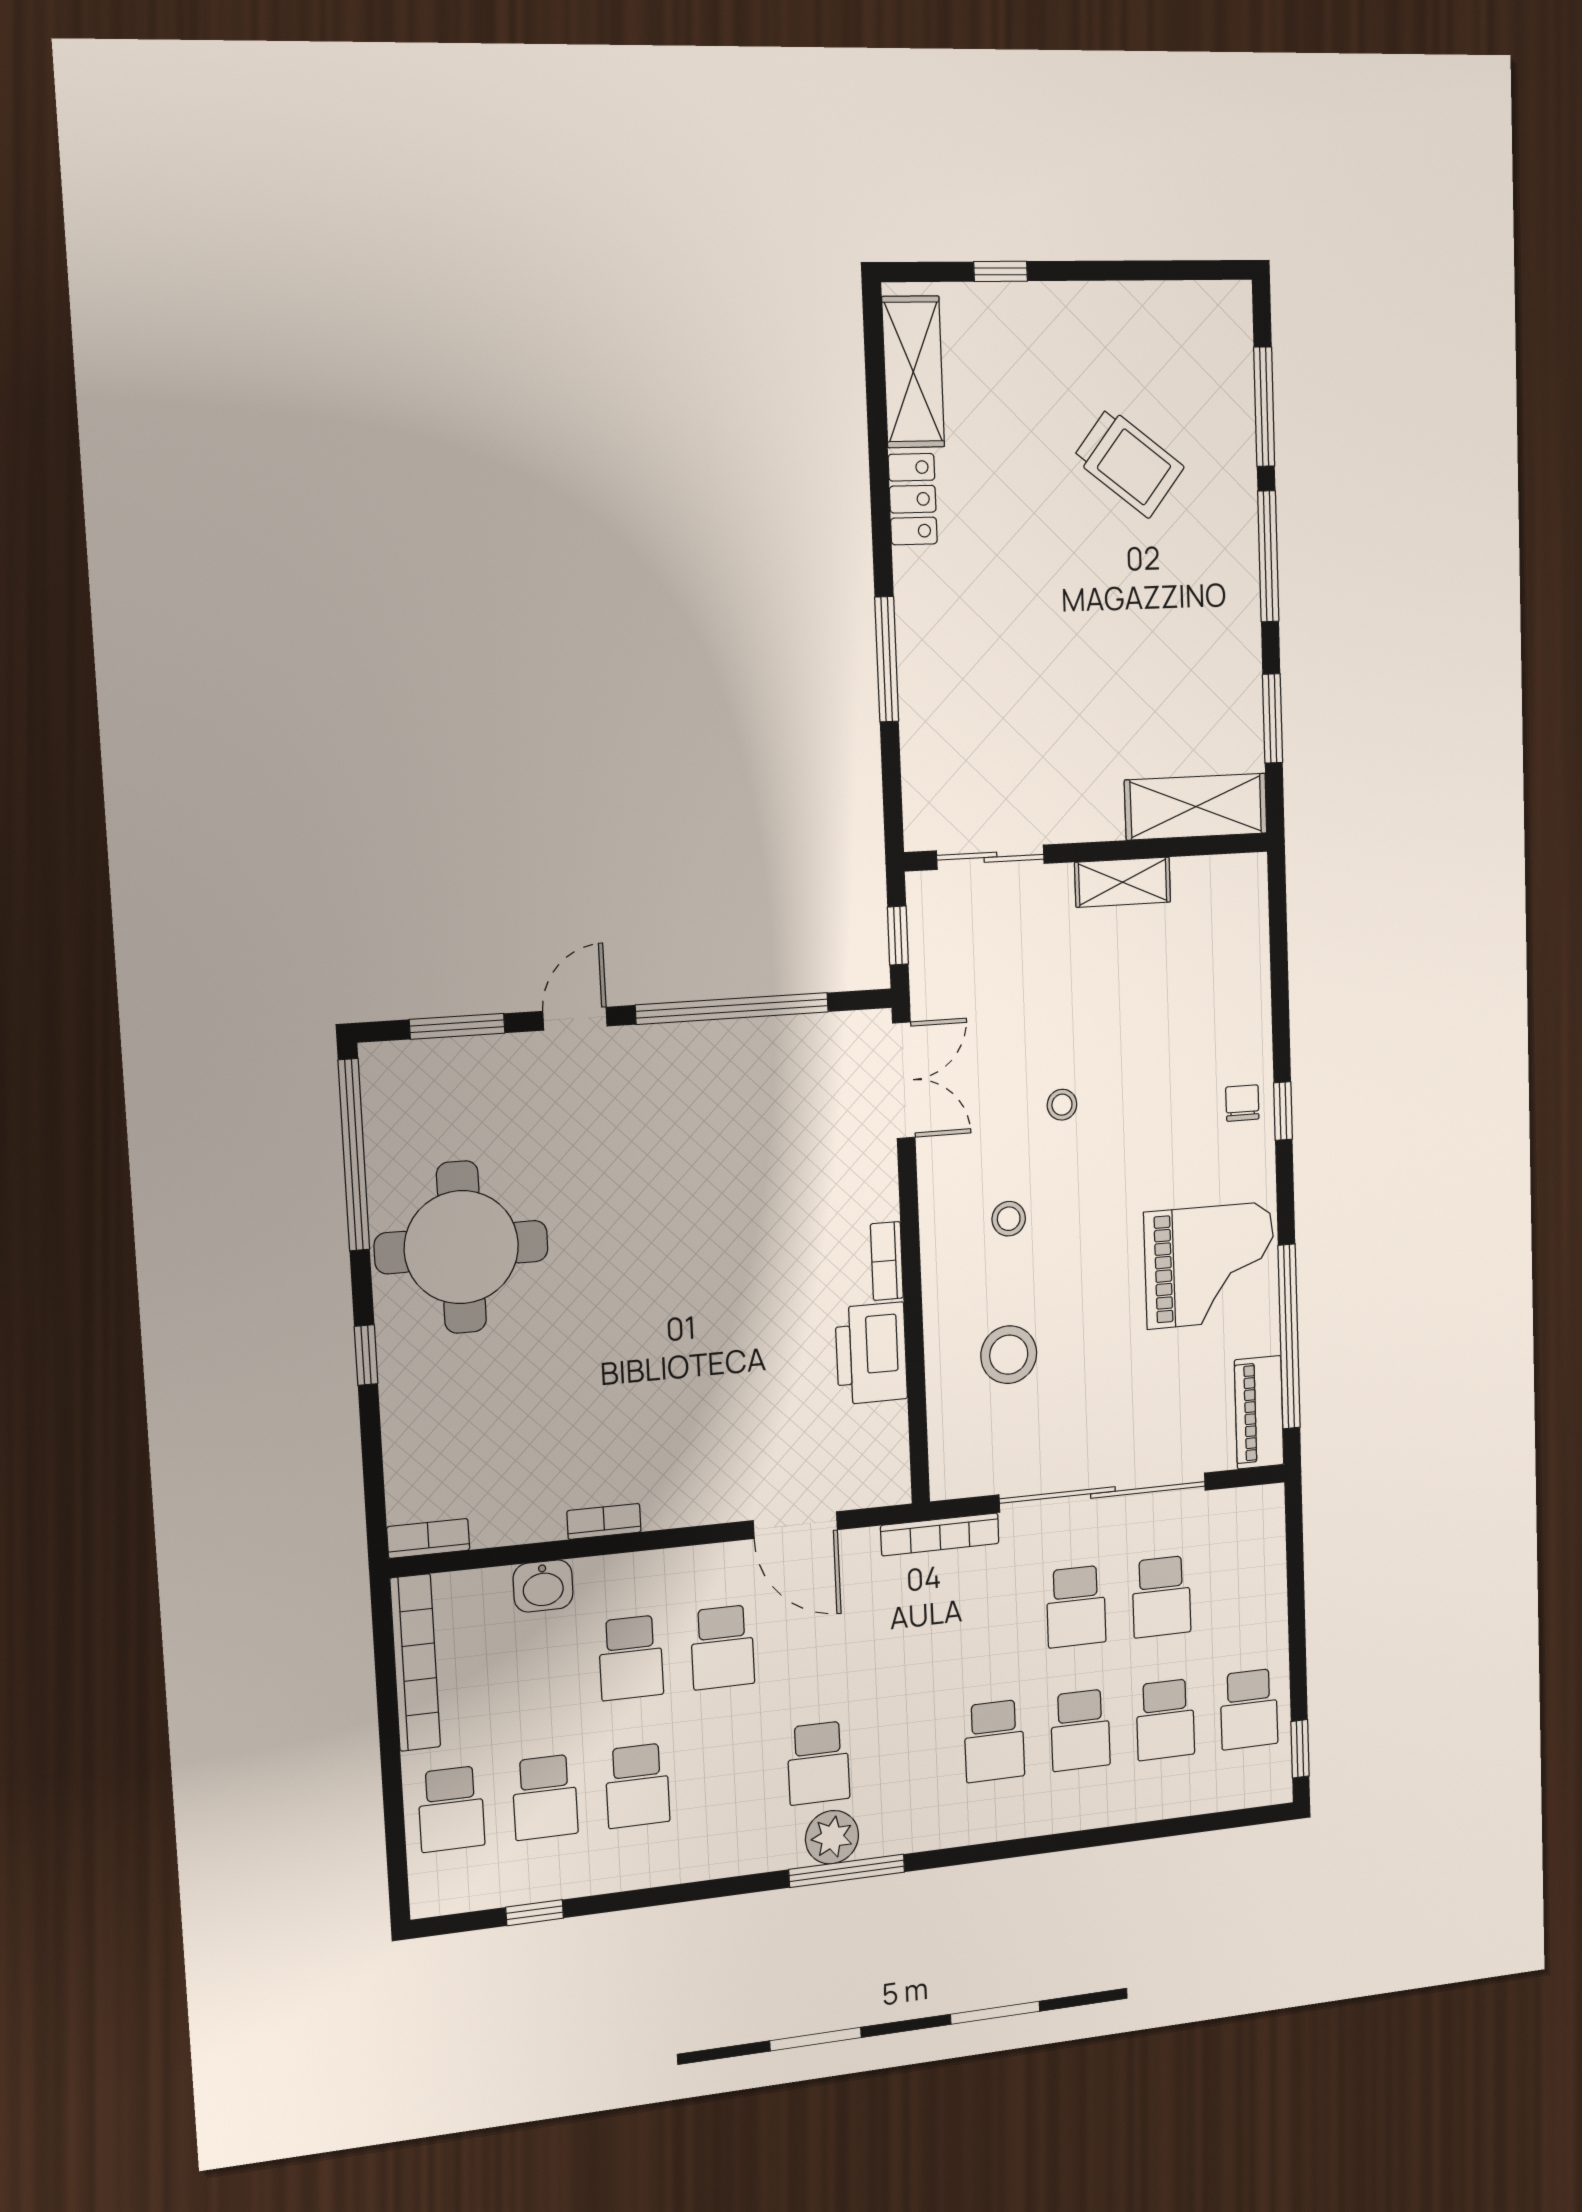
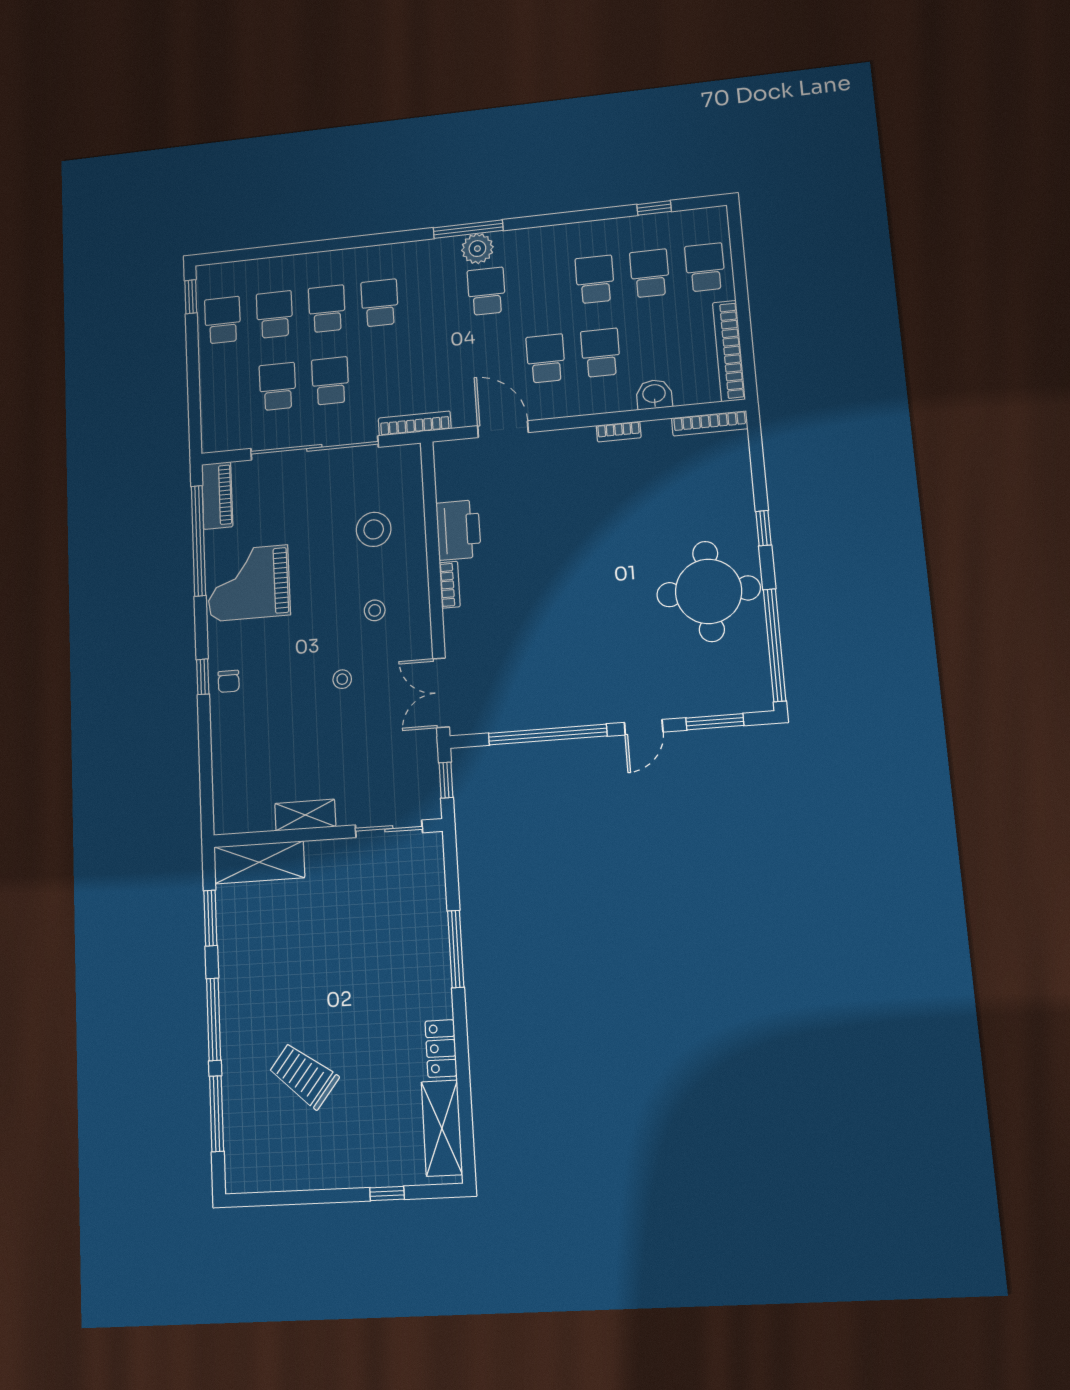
bookcase: (428, 1538) -> (710, 423), width x1.56

